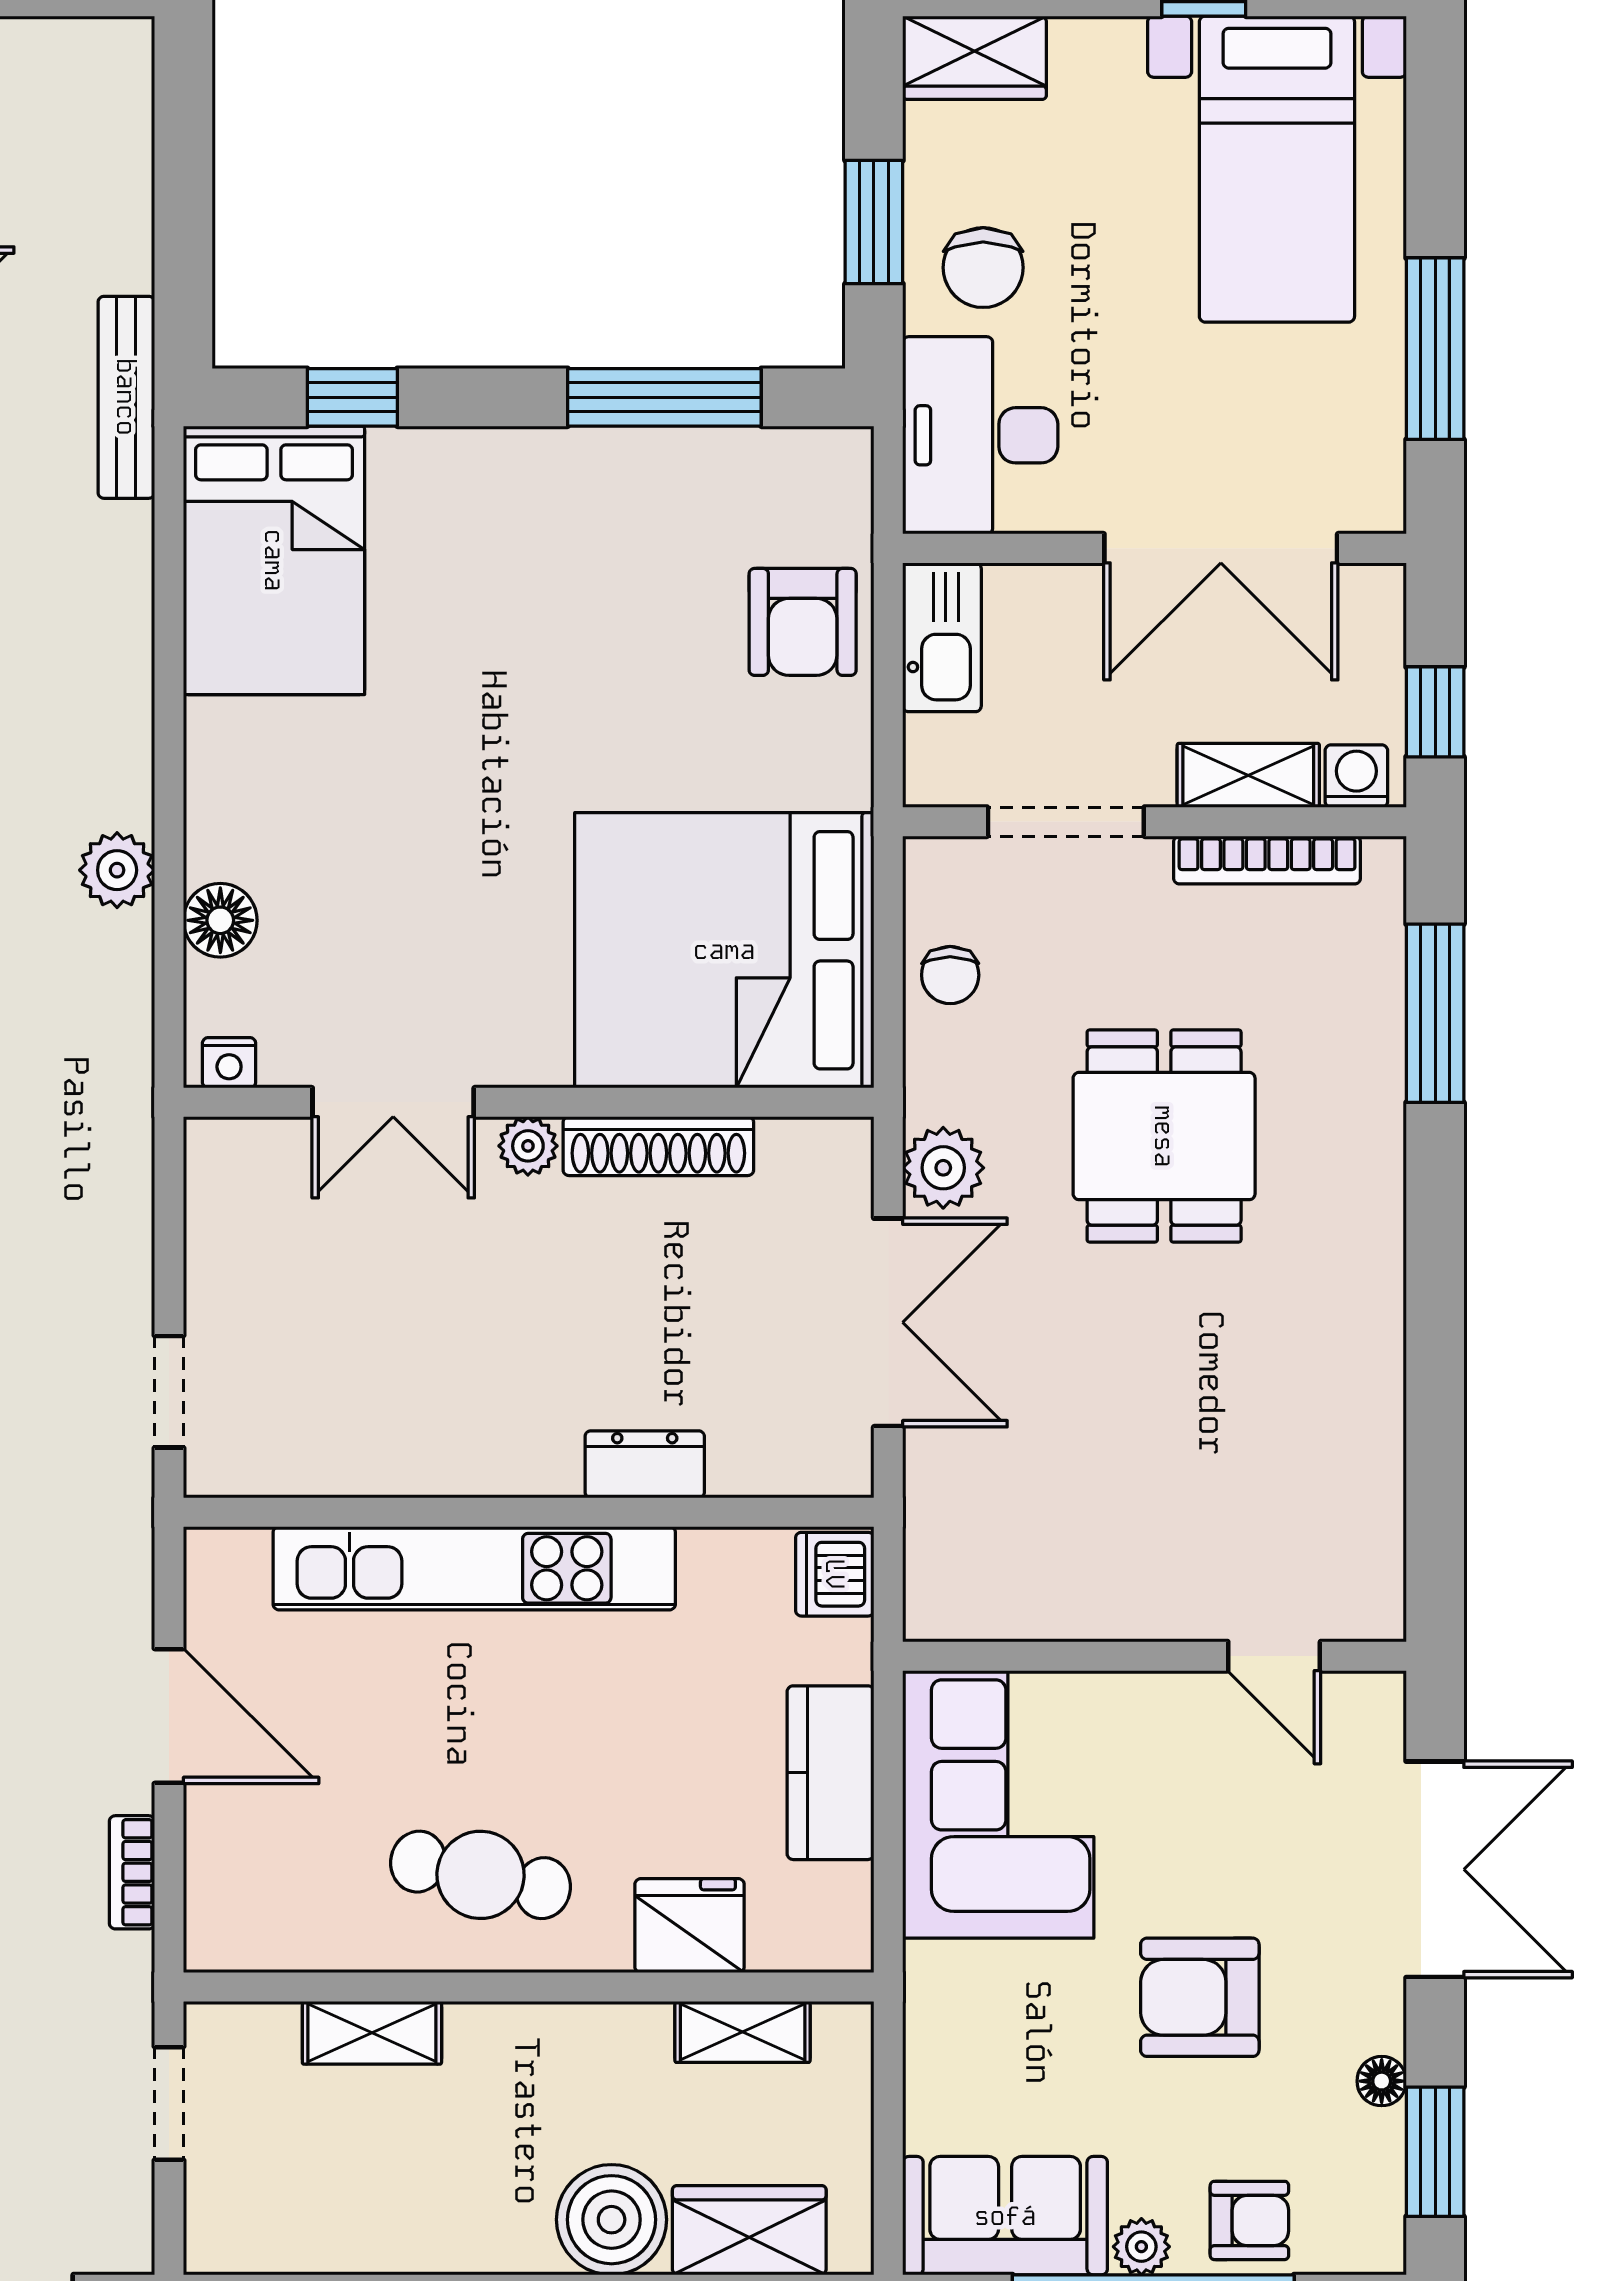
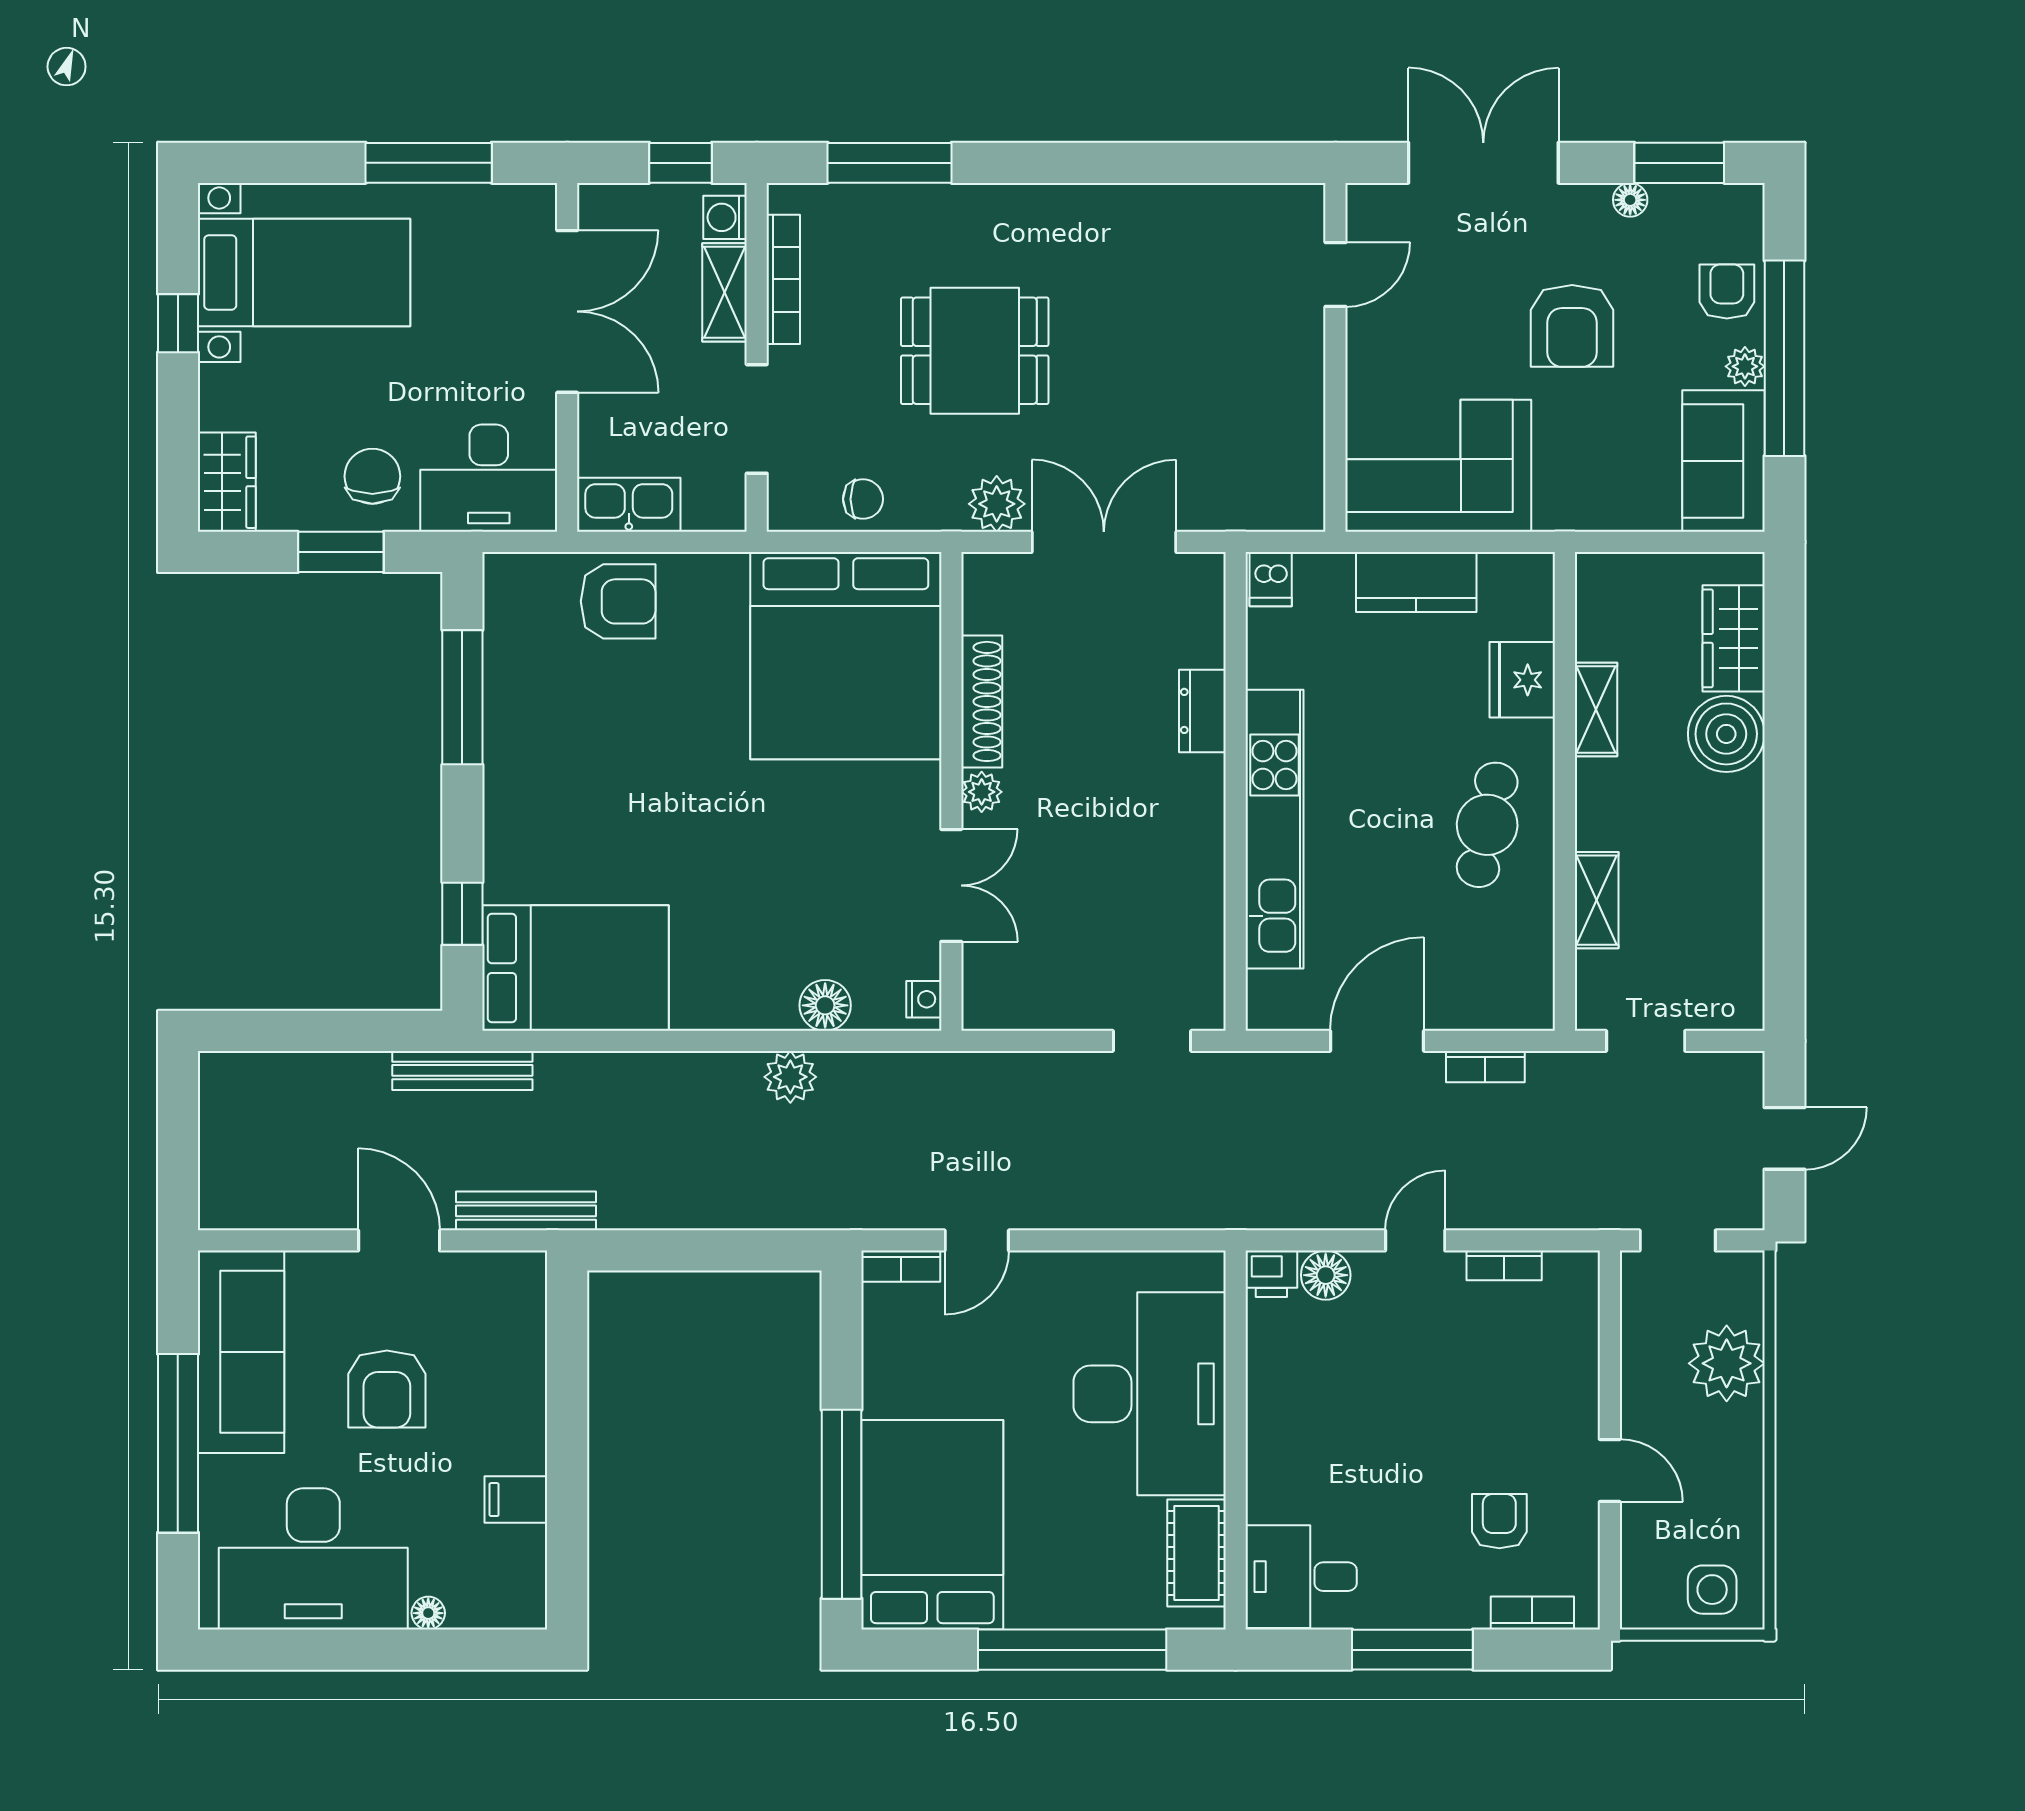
chair: (983, 268) -> (372, 476), turned -90
dishwasher: (835, 1574) -> (1271, 579), width x0.73
shelving: (743, 2032) -> (1596, 709), moved

